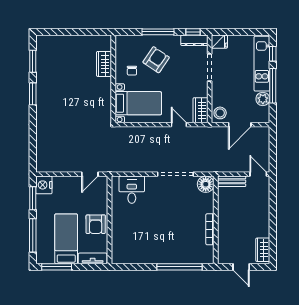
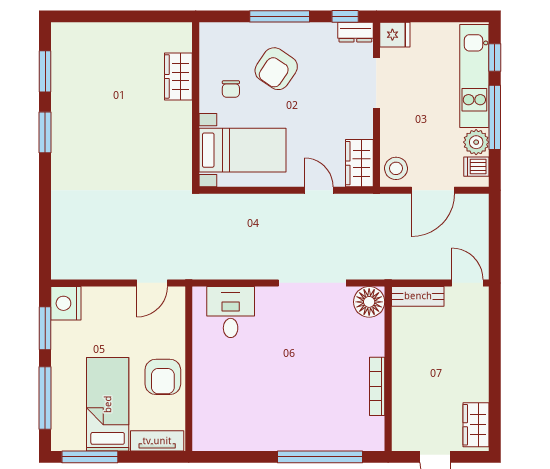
dresser: (194, 40) -> (355, 32), width x0.70
armchair: (156, 60) -> (276, 69), turned 180
dishwasher: (263, 112) -> (476, 167), added

